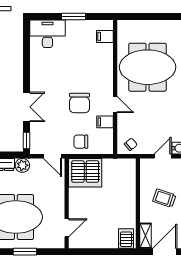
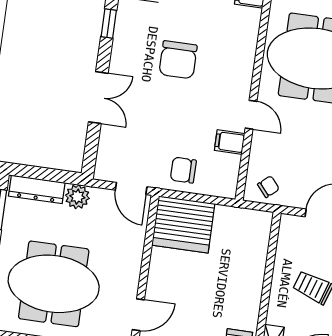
chair: (79, 103) -> (178, 60), moved
window: (26, 140) -> (109, 24), moved

